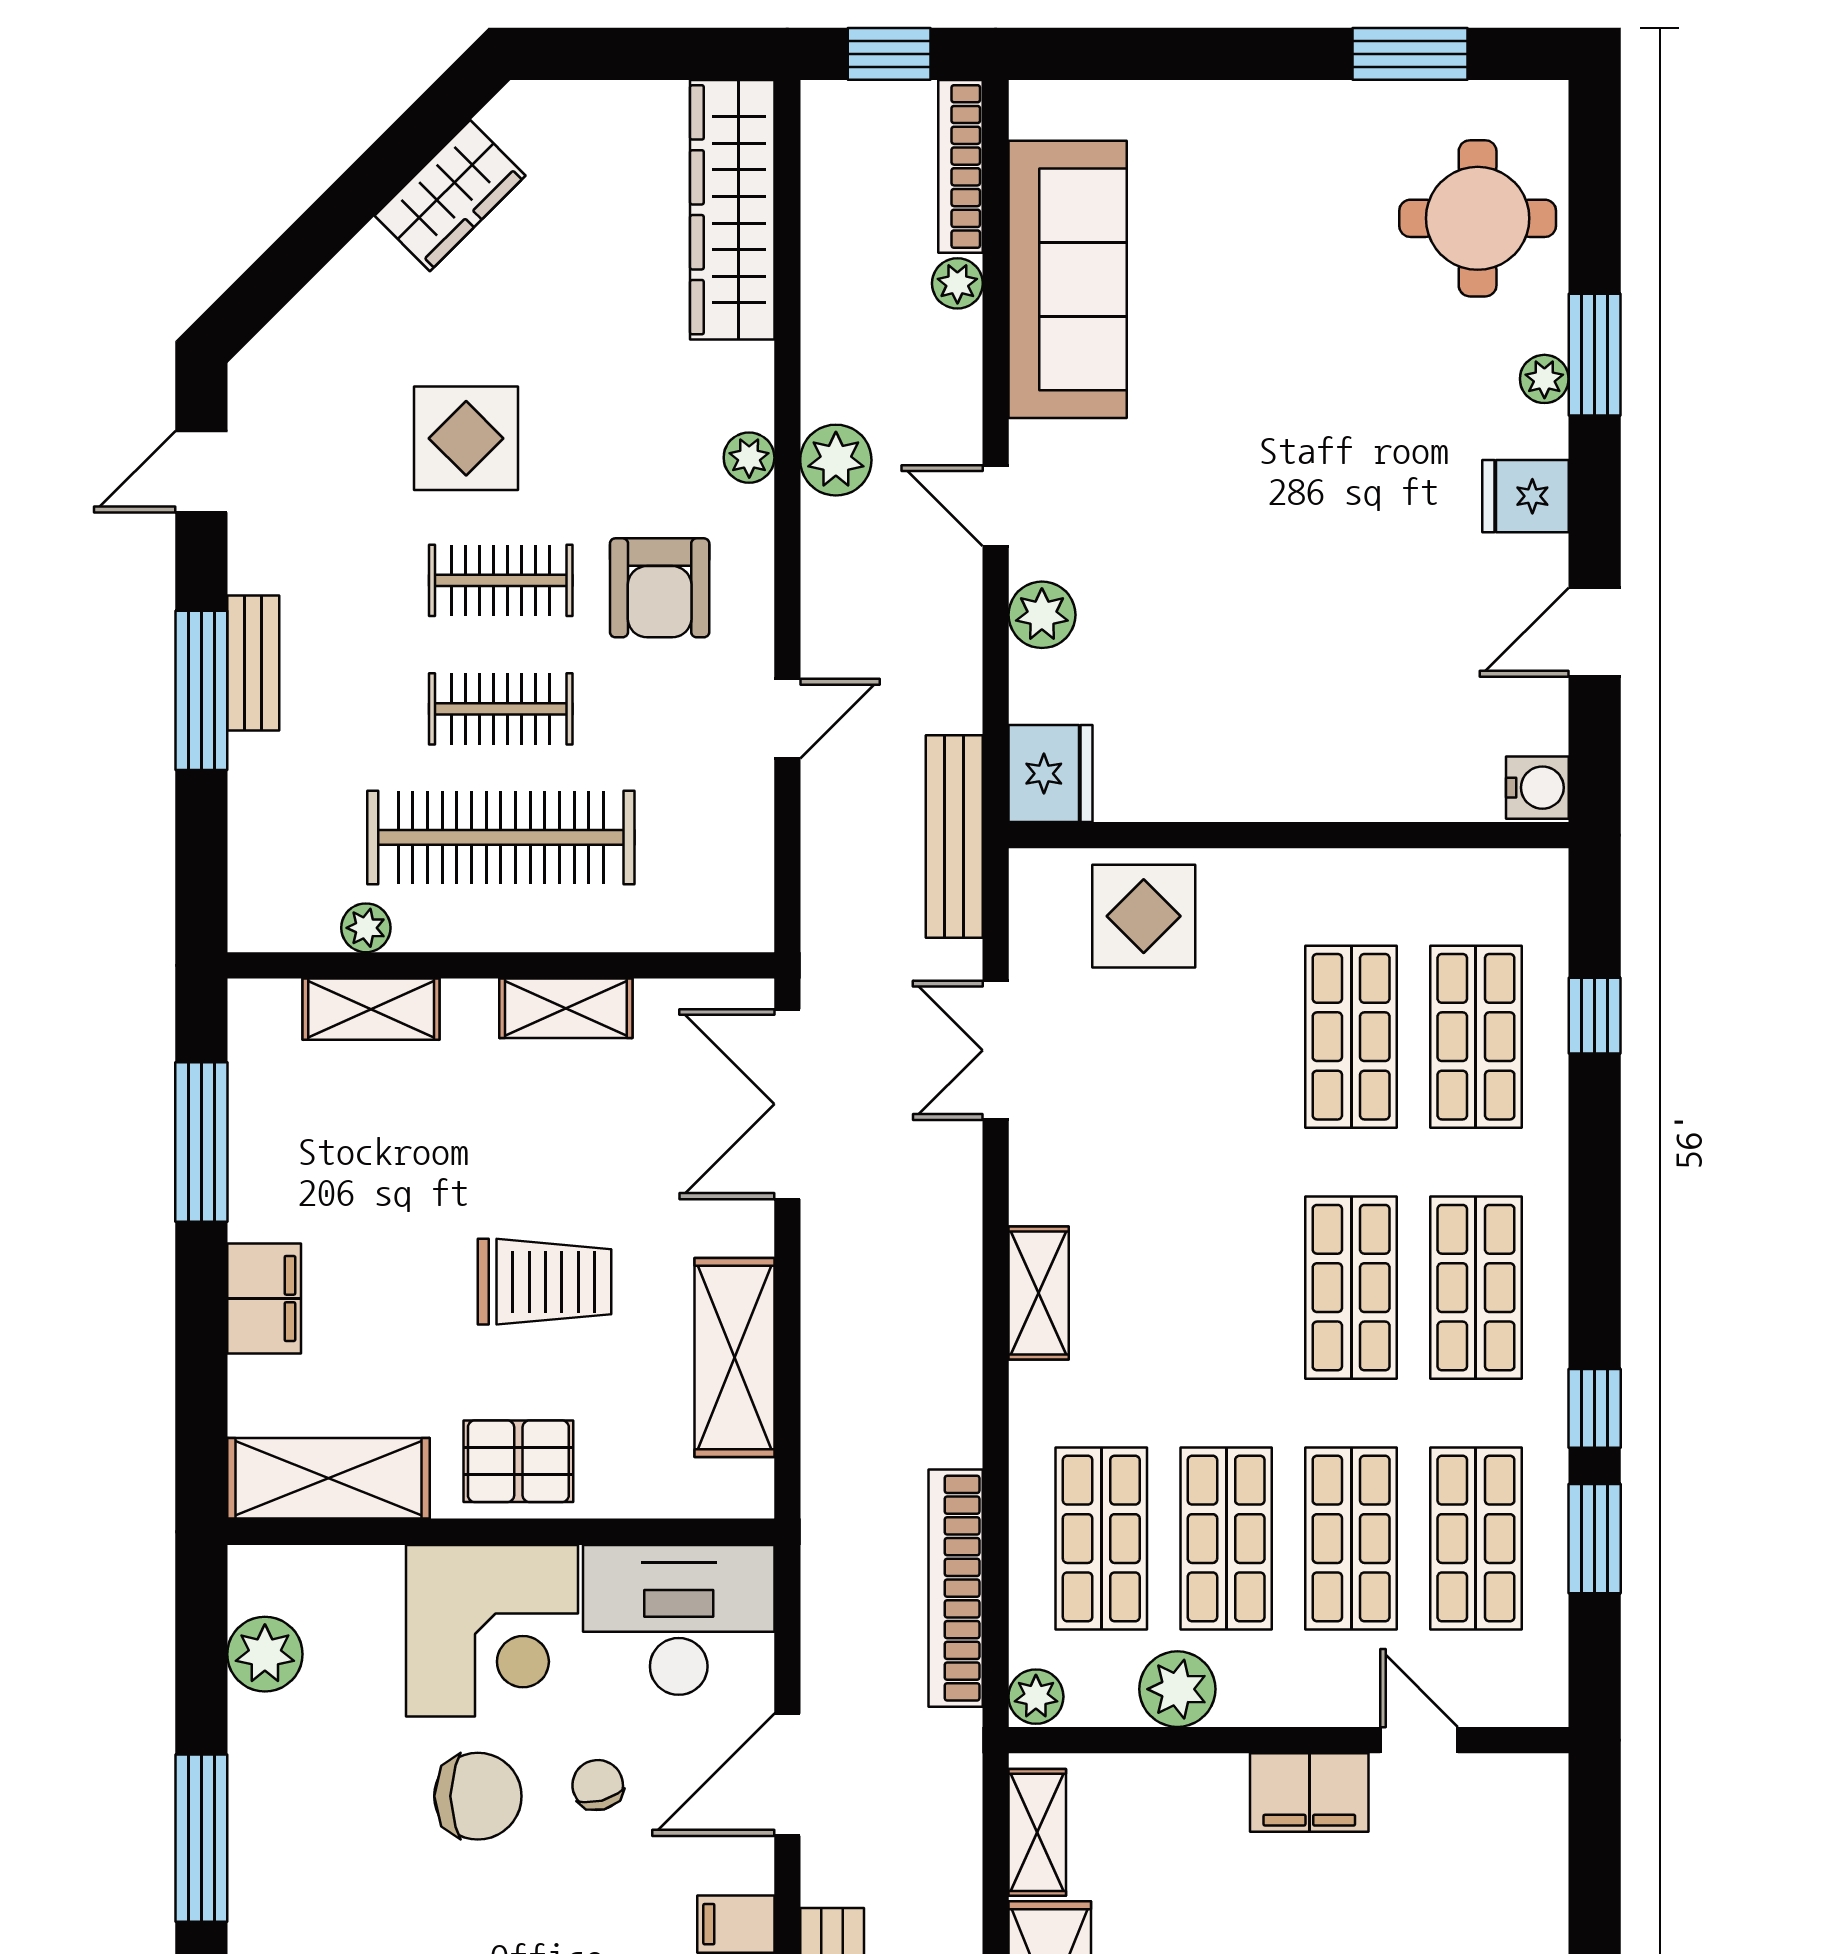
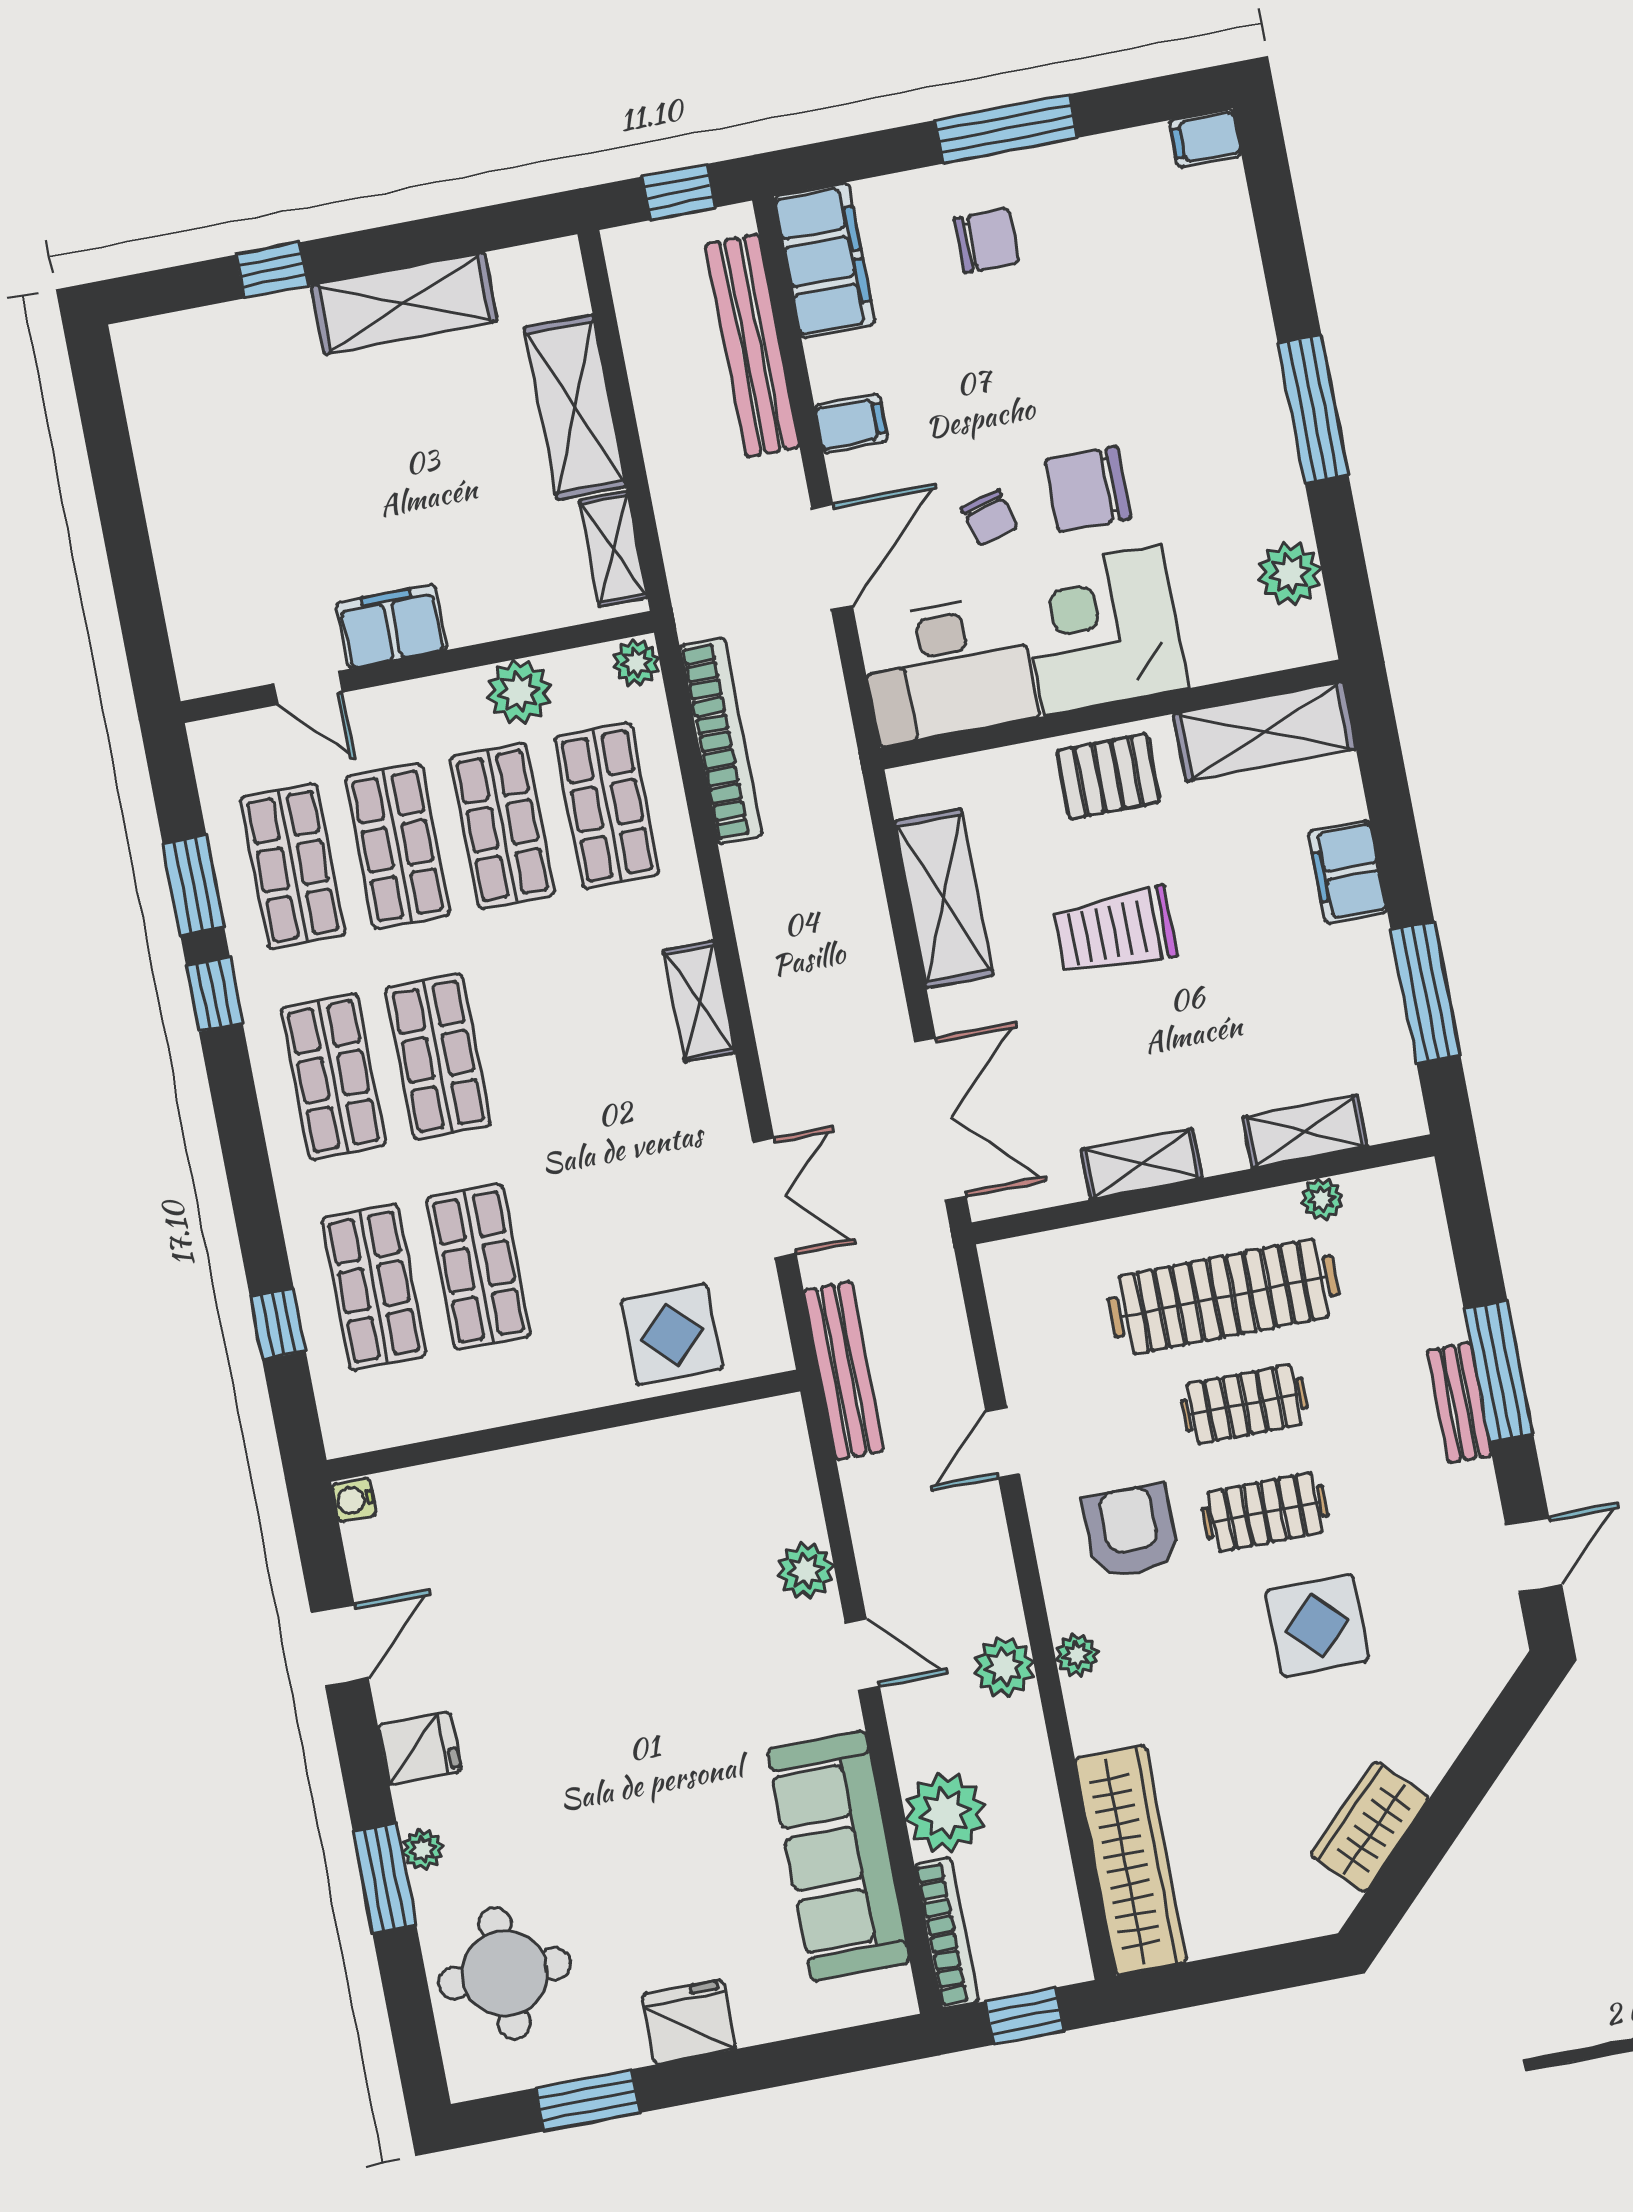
plant: (957, 283) -> (945, 1813), width x1.87, depth x1.87
fridge: (1050, 774) -> (689, 2022), moved, turned 90
water cooler: (1537, 788) -> (354, 1500), width x0.72, depth x0.72

